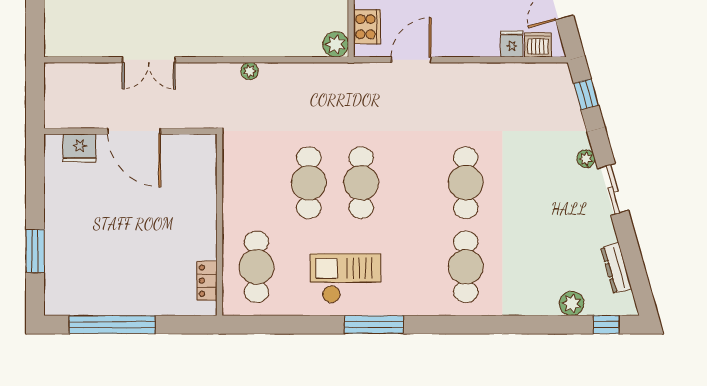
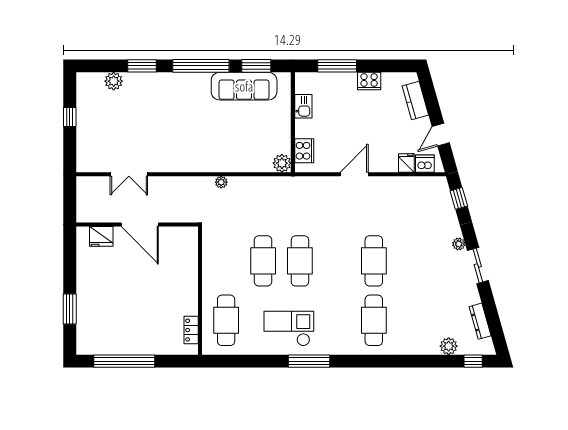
double door: (149, 60) -> (129, 174), moved
door: (411, 60) -> (354, 174), moved

